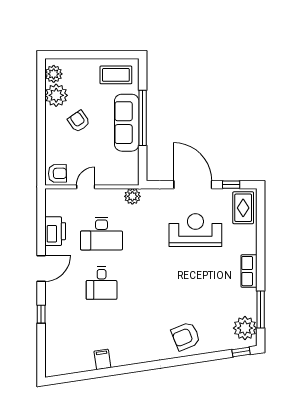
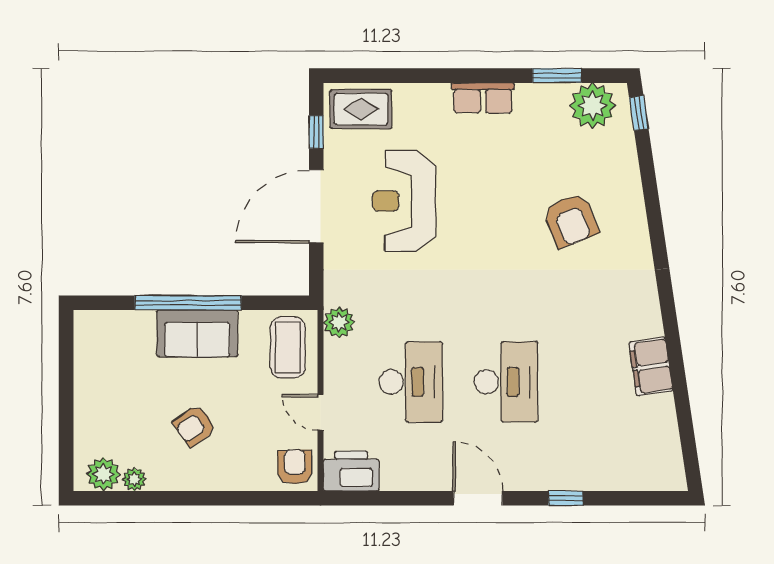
coffee table: (116, 75) -> (288, 347), moved
plant: (56, 95) -> (134, 479), width x0.53, depth x0.53
sofa: (127, 123) -> (197, 333), width x0.73
printer: (55, 231) -> (351, 471), moved
desk: (102, 283) -> (506, 382), width x1.37
window: (261, 309) -> (557, 76), width x0.69
armchair: (186, 336) -> (571, 220), moved
filing cabinet: (102, 359) -> (651, 366), width x2.00

